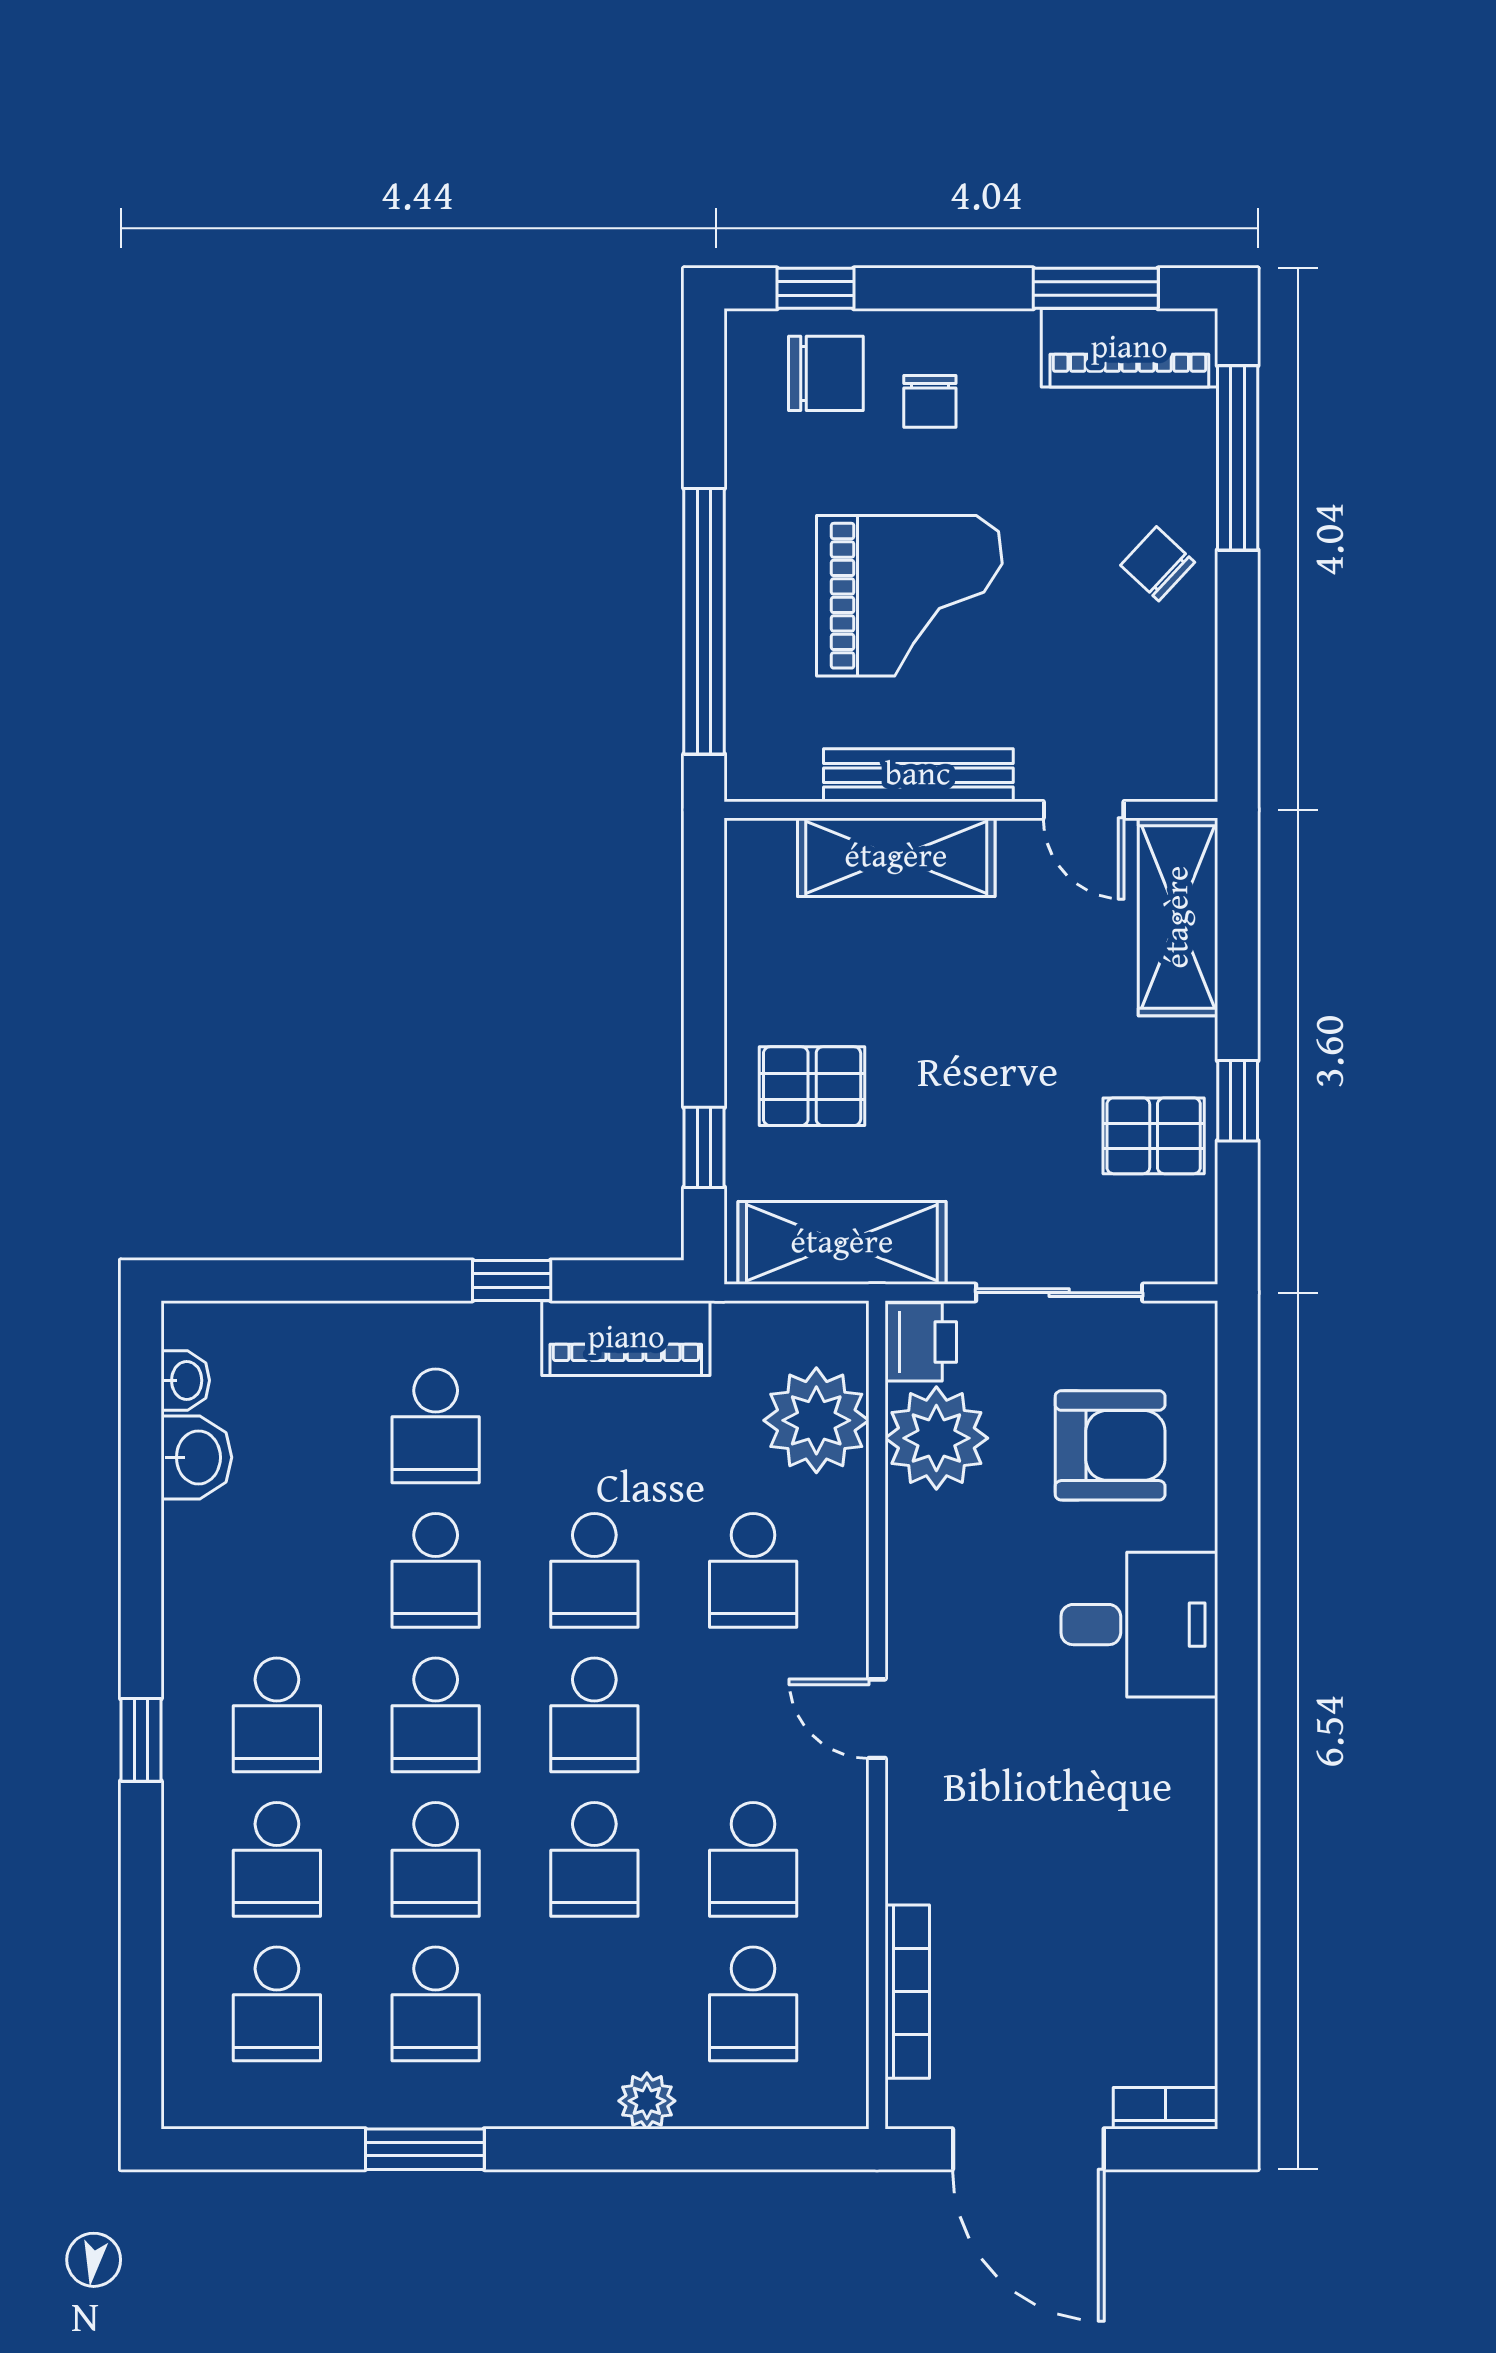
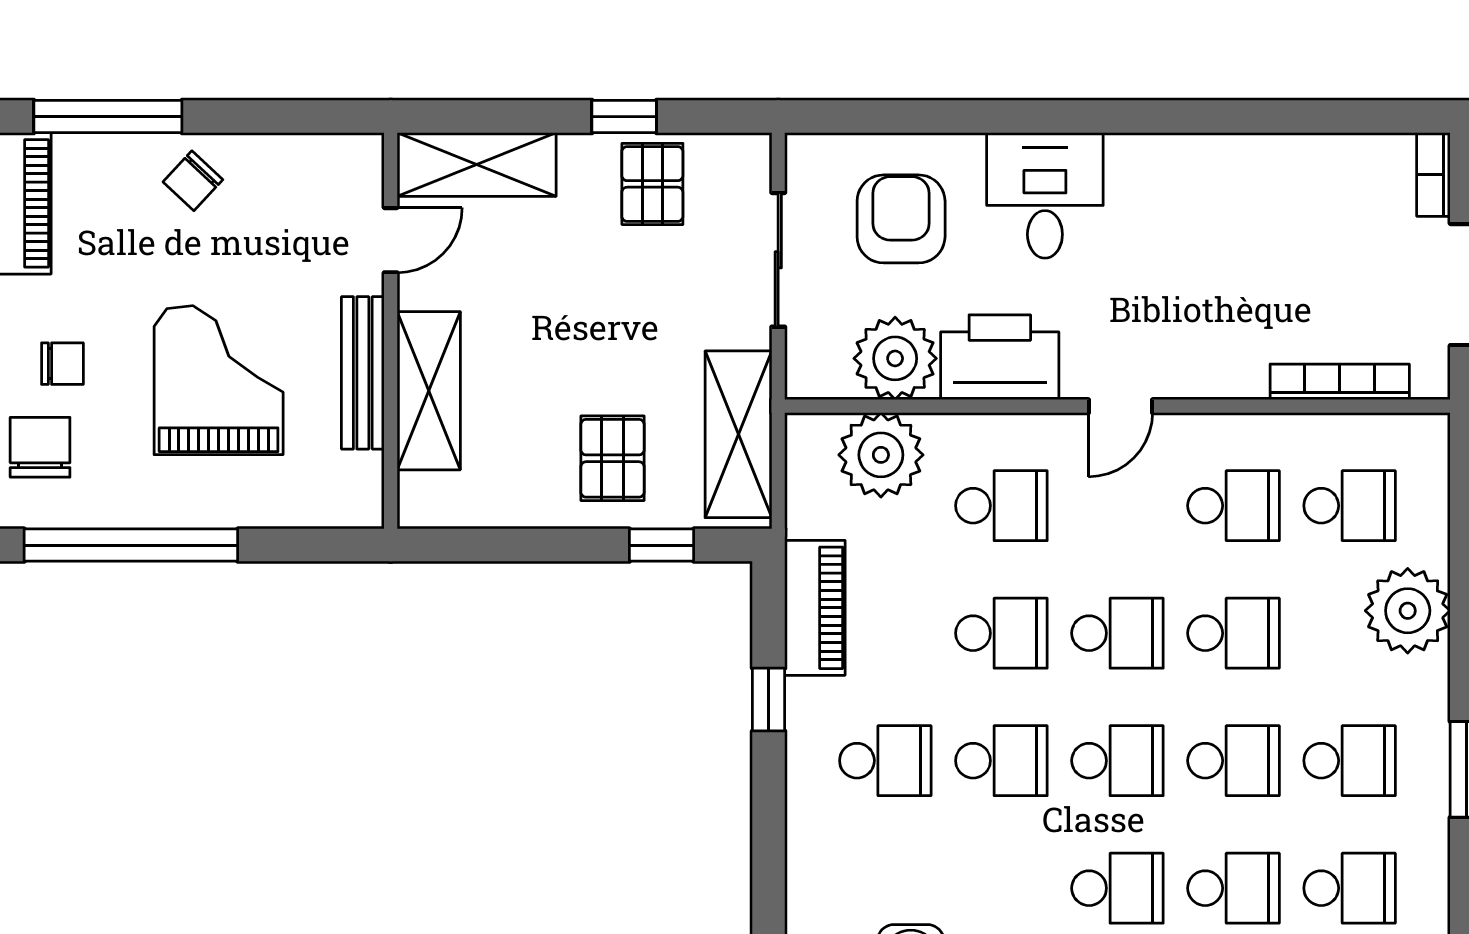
window: (704, 621) -> (131, 545), moved
printer: (921, 1342) -> (1000, 357), moved, width x1.87, depth x1.48
plant: (647, 2101) -> (1408, 611), width x1.87, depth x1.87

